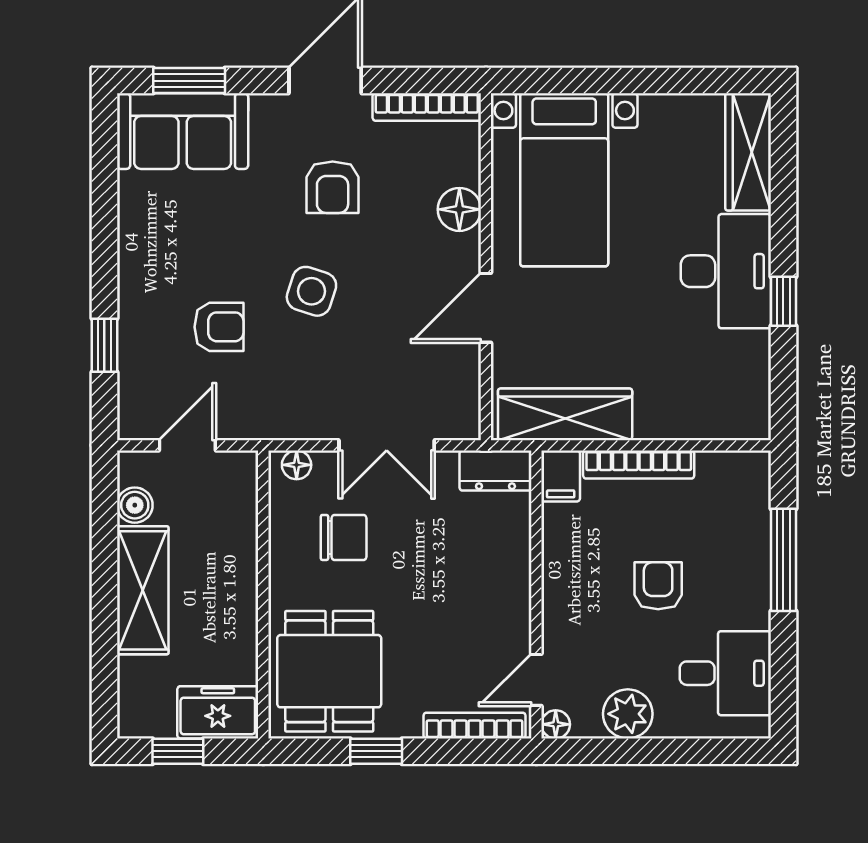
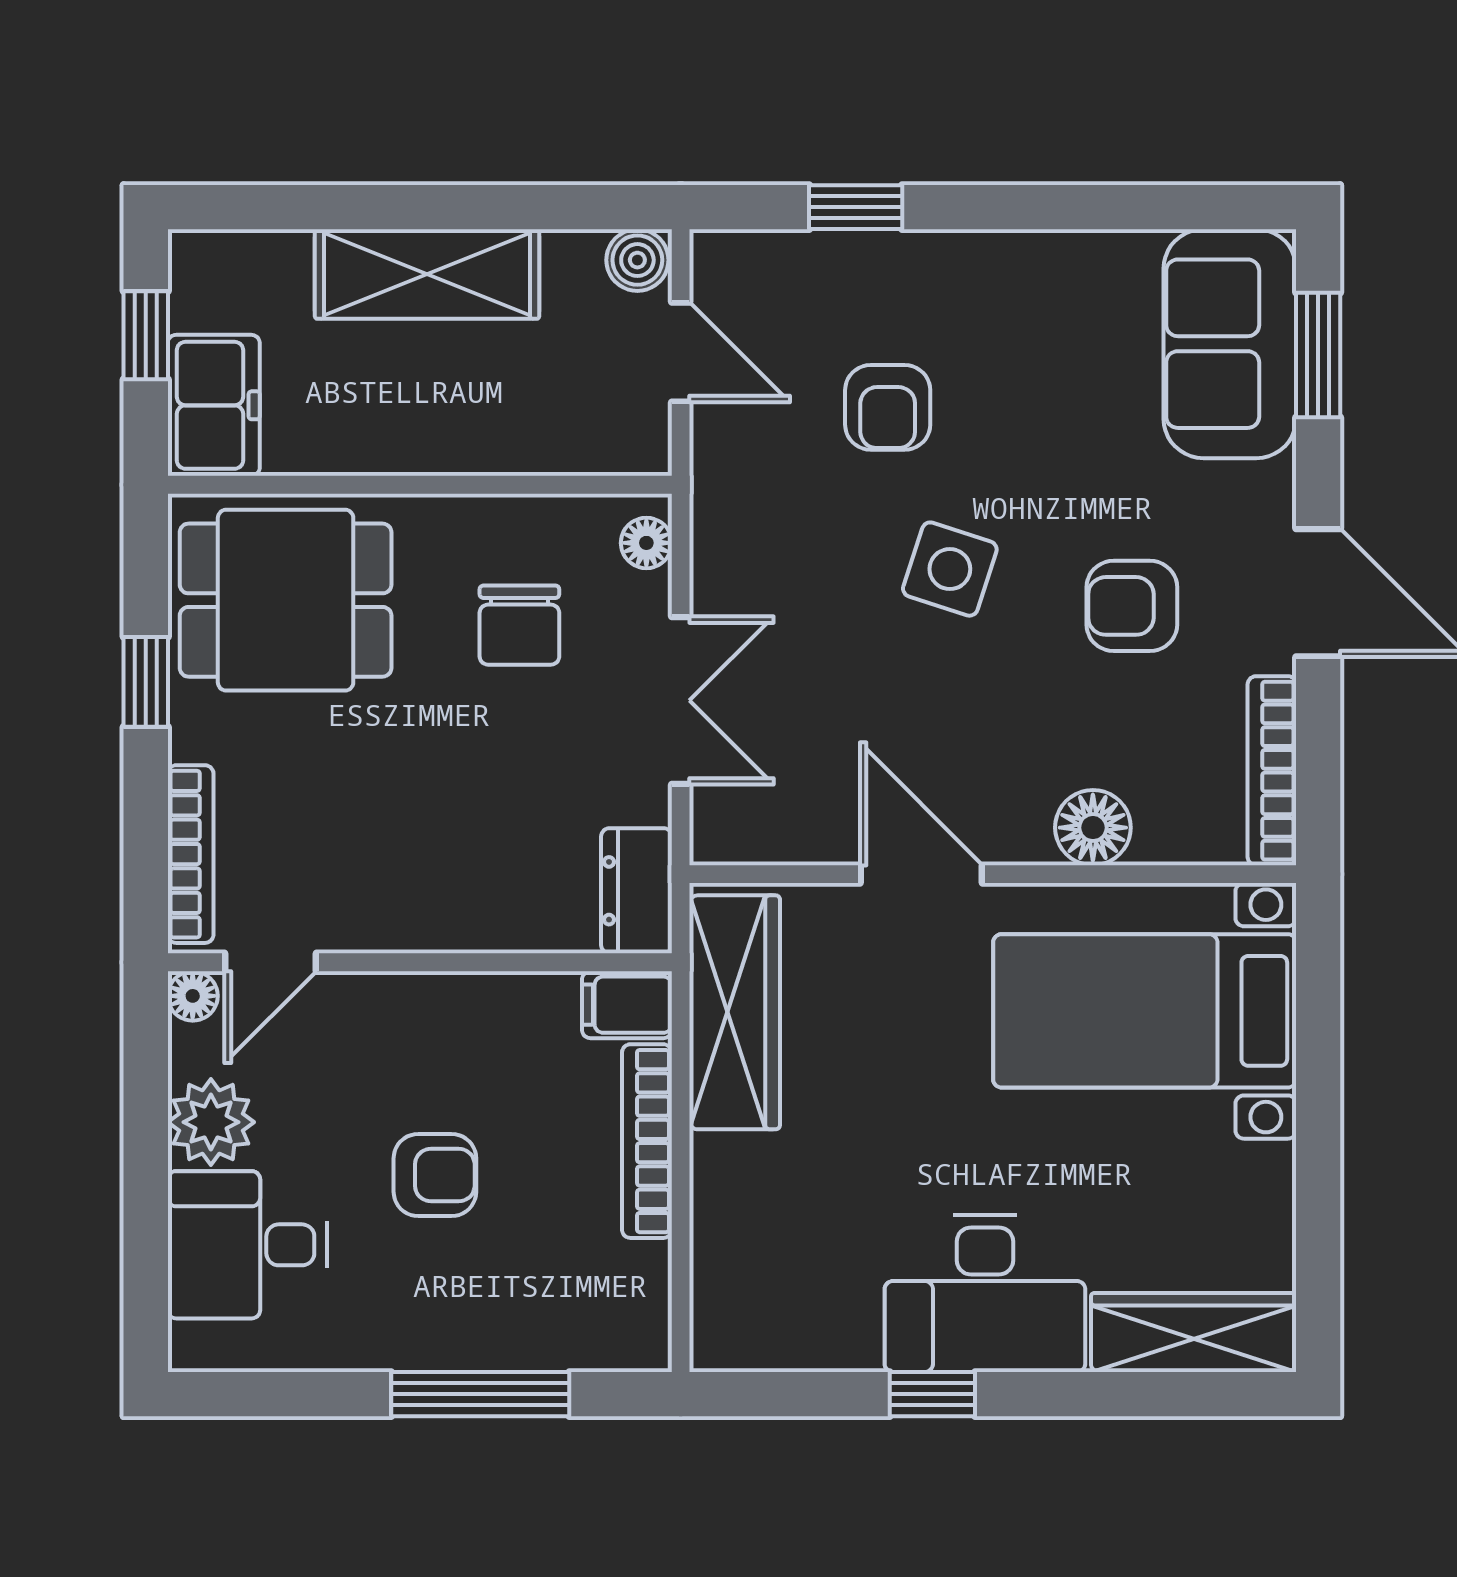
double door: (387, 445) -> (681, 700), swing flipped
boiler: (135, 505) -> (637, 260), moved
desk: (725, 673) -> (247, 1245), moved, turned 90
door: (536, 680) -> (271, 962), swing flipped

